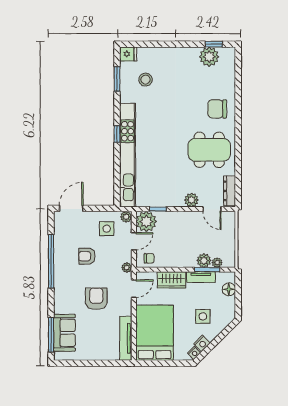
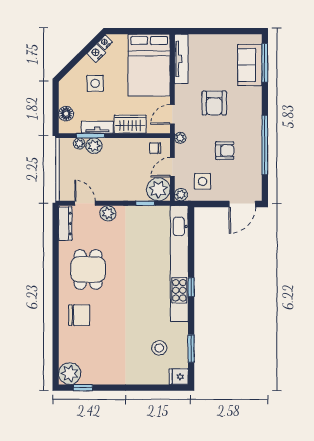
plant: (209, 57) -> (70, 374), moved
dining table: (209, 150) -> (88, 269), width x0.73

